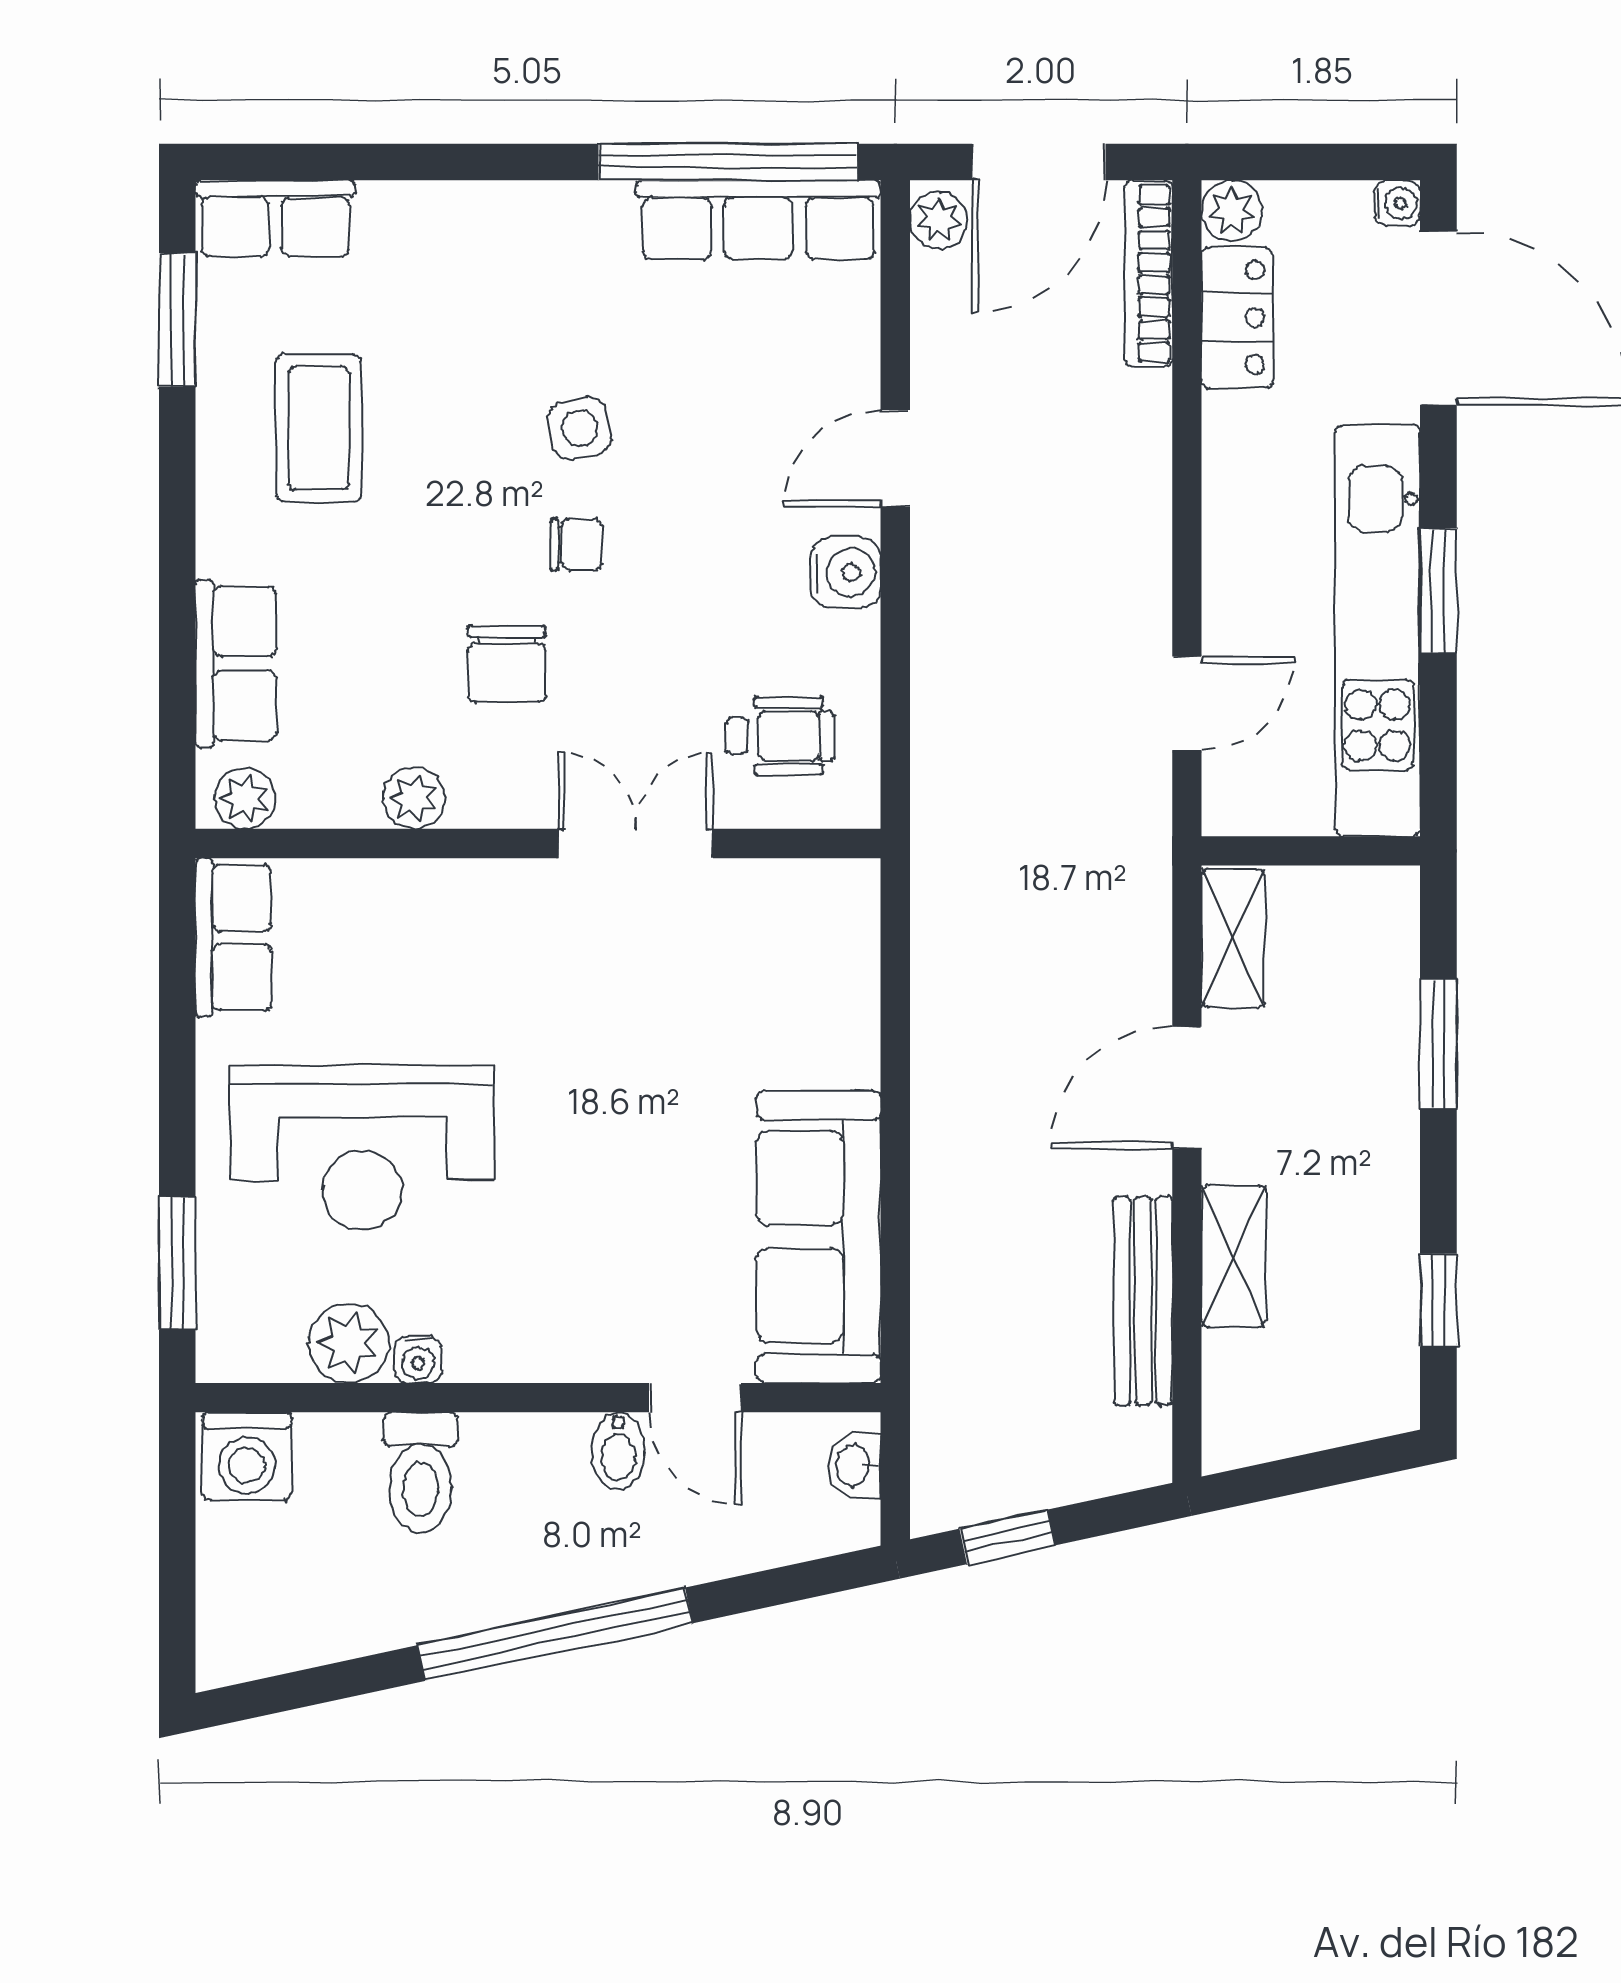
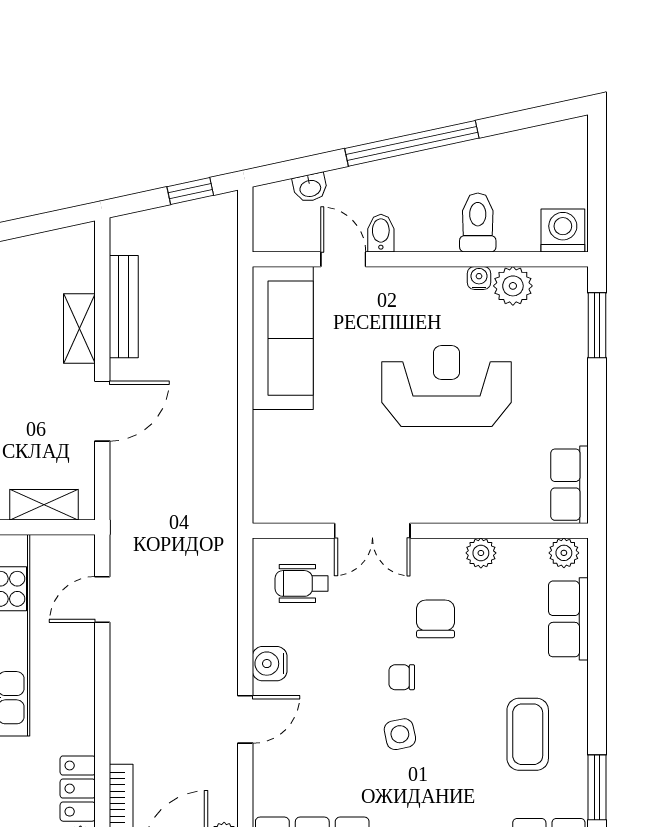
shelving: (1233, 938) -> (44, 505), moved, turned 90
reception desk: (362, 1147) -> (446, 386), moved
washbasin: (854, 1466) -> (310, 188), moved, turned 78

